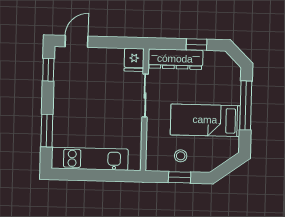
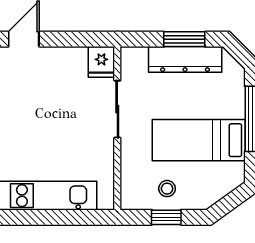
window: (196, 45) -> (184, 39), width x1.50
dresser: (175, 59) -> (185, 59), moved

